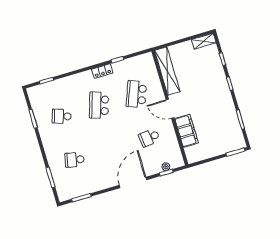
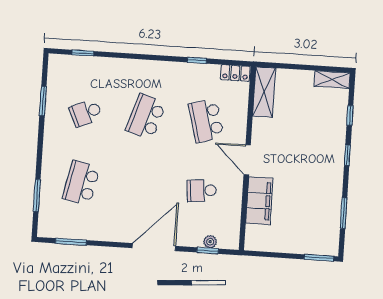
locker: (102, 71) -> (235, 73), moved
shelving: (167, 71) -> (264, 92), width x0.68
school desk: (136, 94) -> (206, 121), turned -36
school desk: (62, 116) -> (86, 113), turned -42
school desk: (75, 160) -> (81, 183), width x1.85

